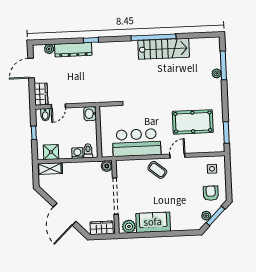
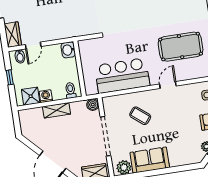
washing machine: (77, 153) -> (46, 96), moved
shelving: (50, 169) -> (57, 110), moved
coffee table: (157, 170) -> (140, 116), moved

